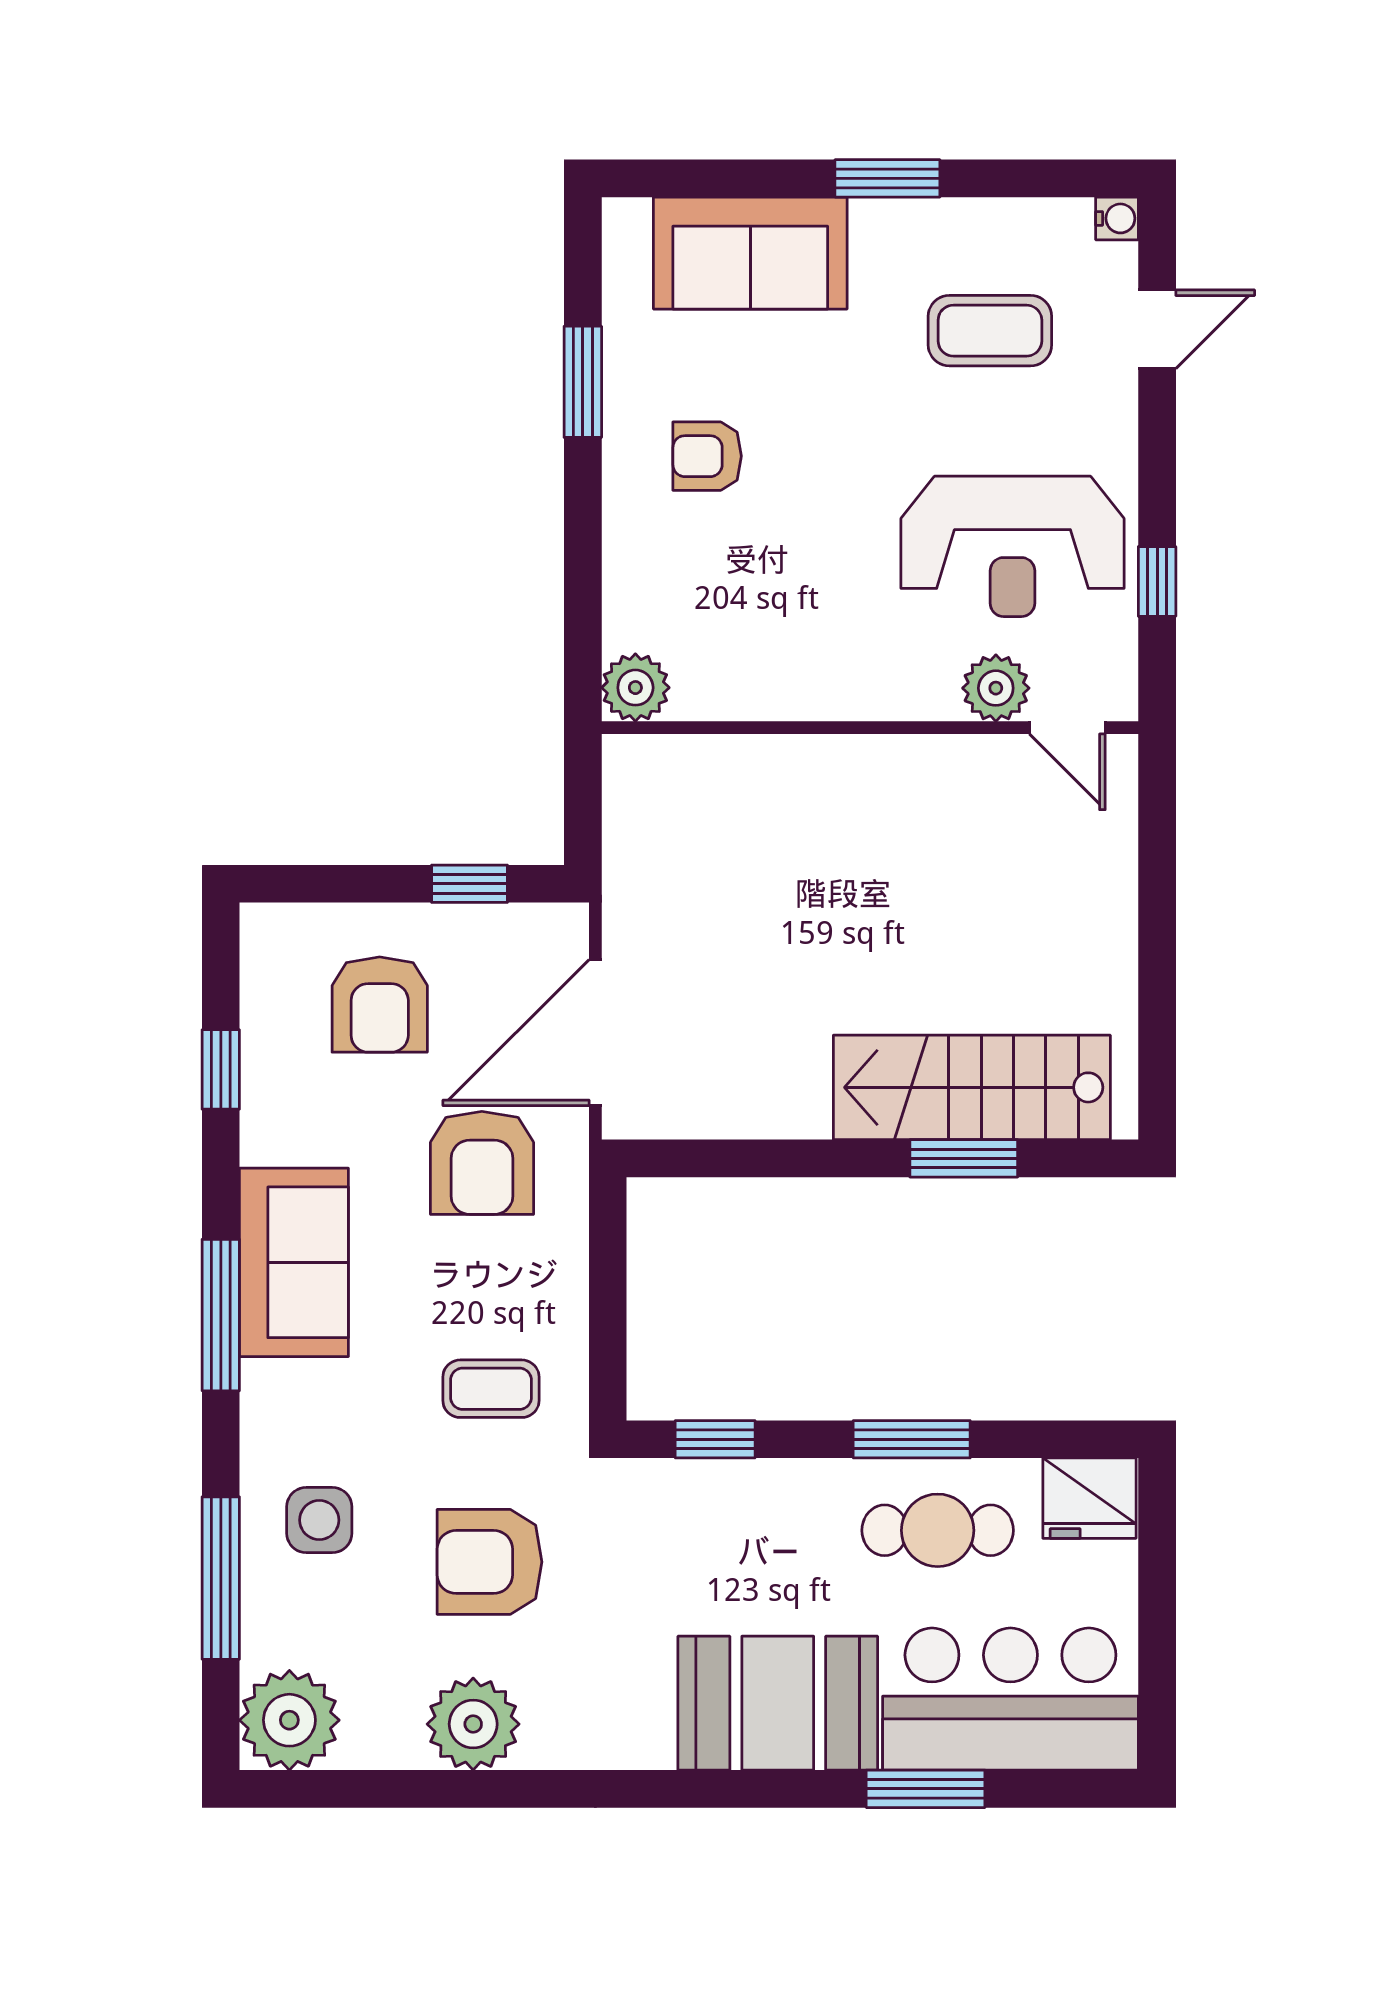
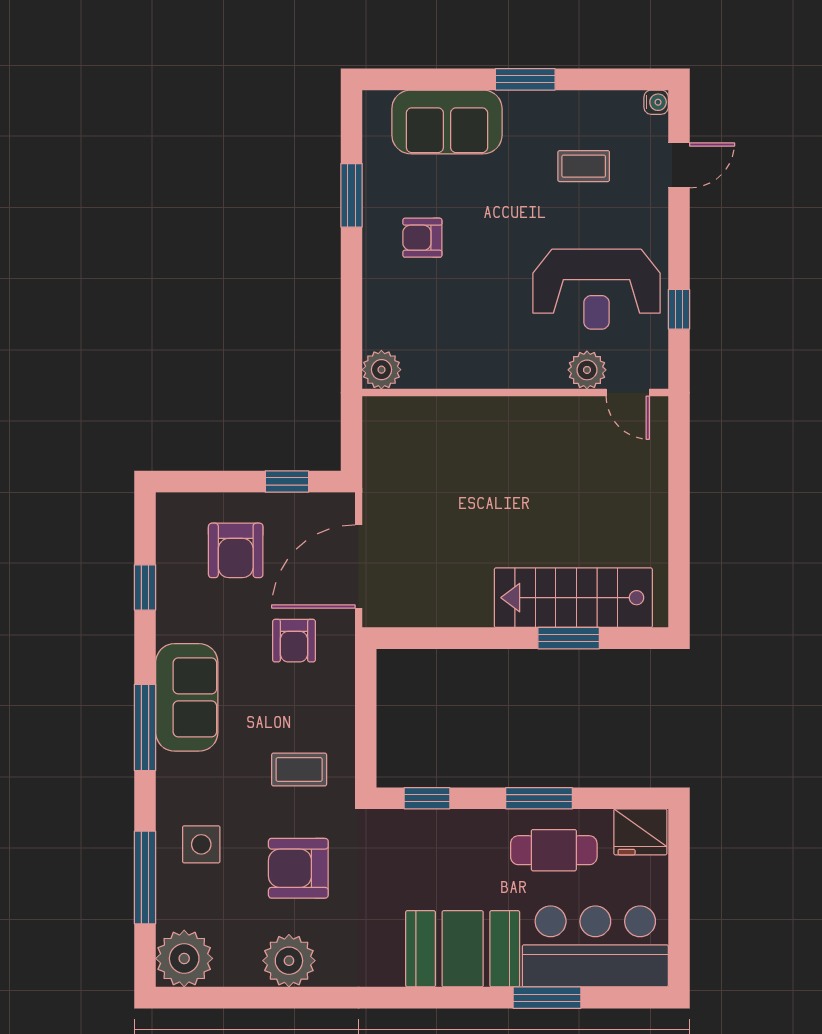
coffee table: (990, 331) -> (584, 166), width x0.73, depth x0.77
armchair: (482, 1163) -> (294, 641), width x0.72, depth x0.72

